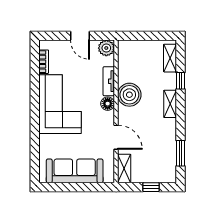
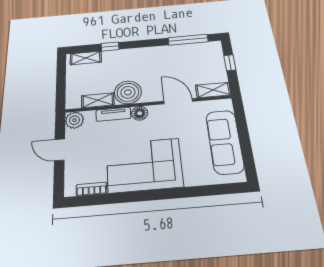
door: (80, 36) -> (60, 150), swing flipped
shelving: (170, 104) -> (98, 100), moved
door: (116, 137) -> (178, 101), hinge flipped
window: (180, 153) -> (188, 40), width x1.44

